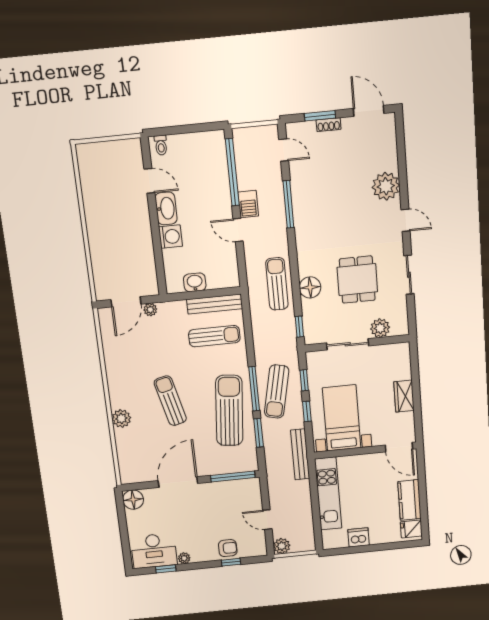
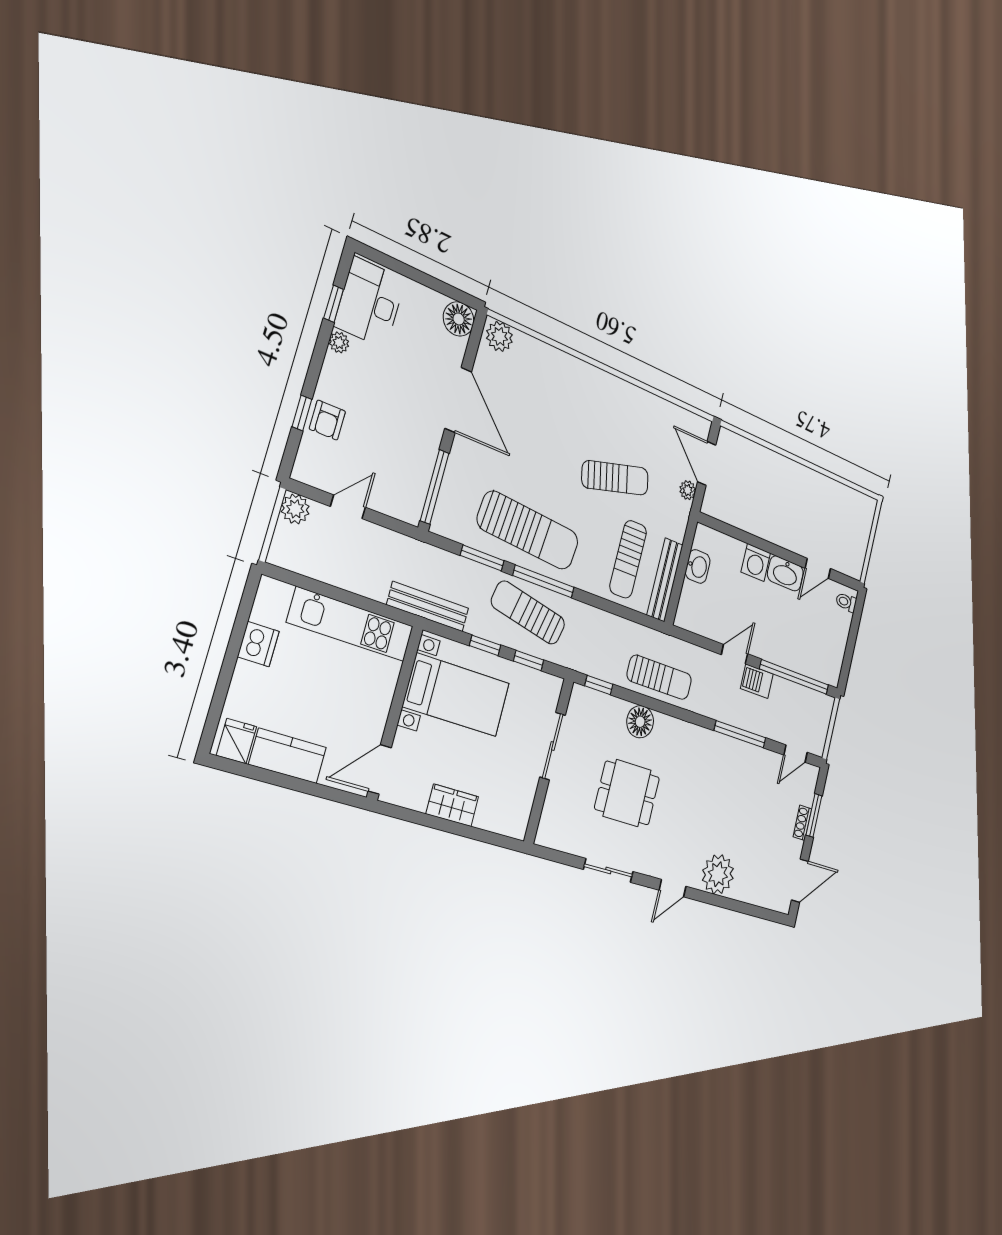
plant: (380, 328) -> (557, 803), removed
sun lounger: (170, 401) -> (615, 478), moved
plant: (121, 418) -> (499, 336), moved

